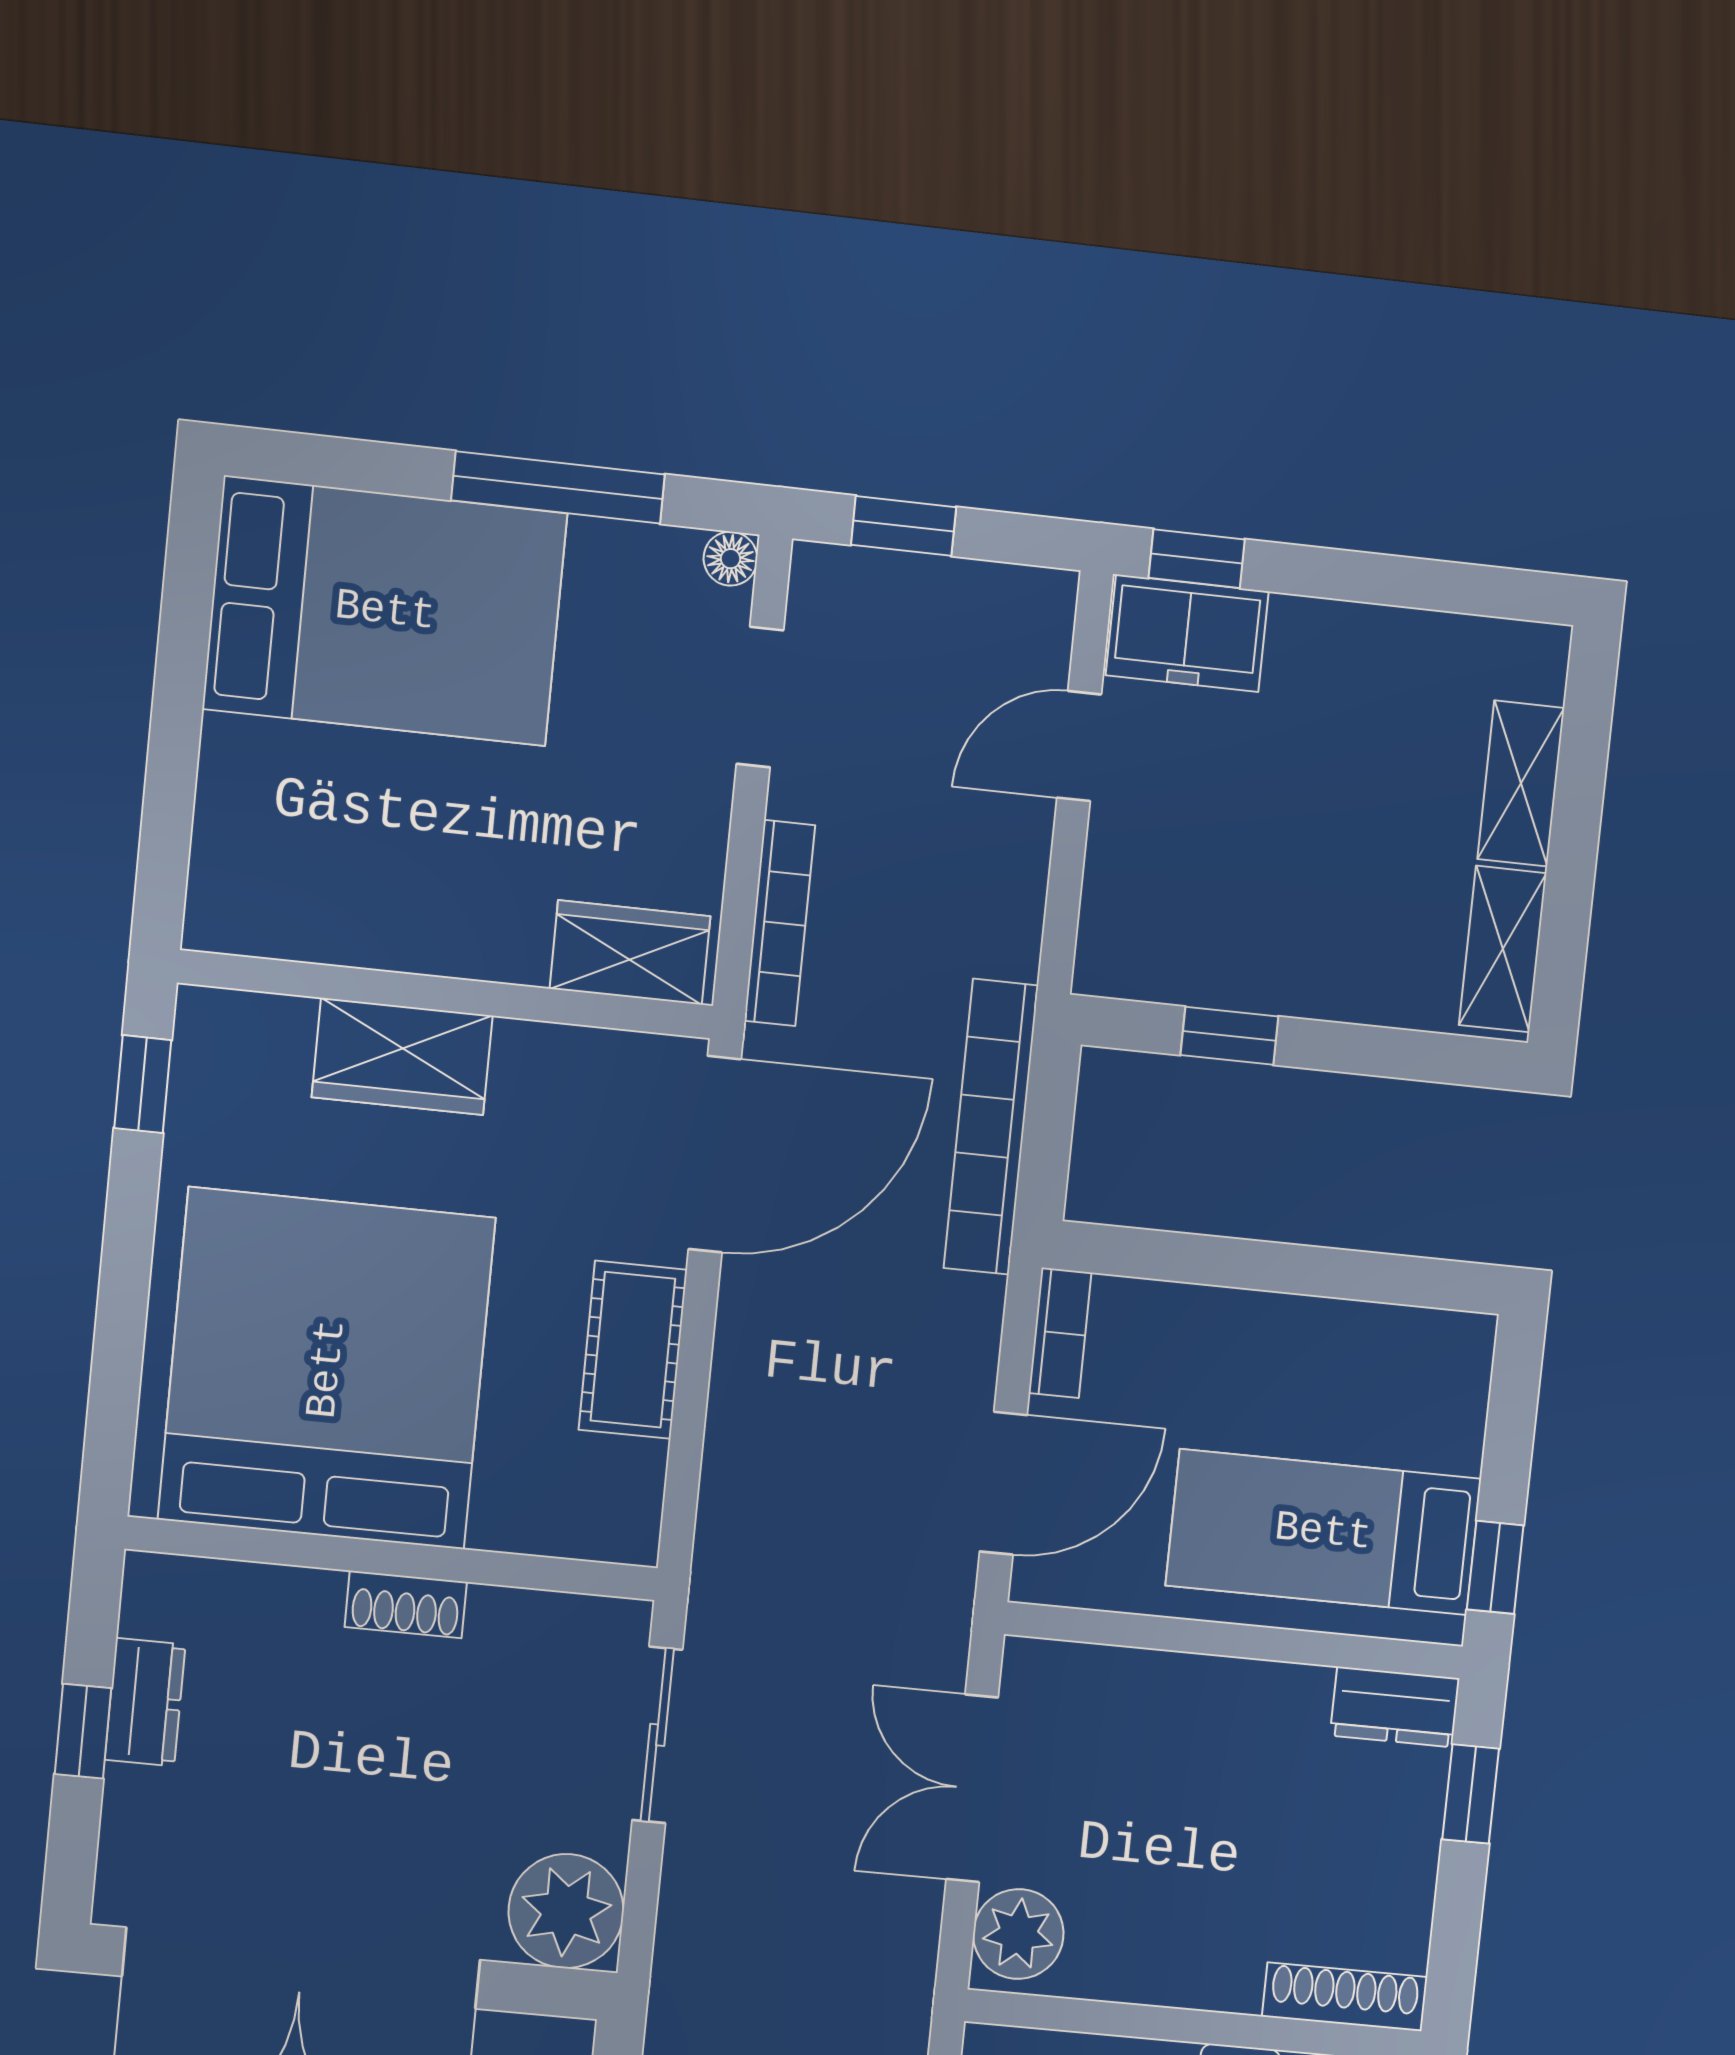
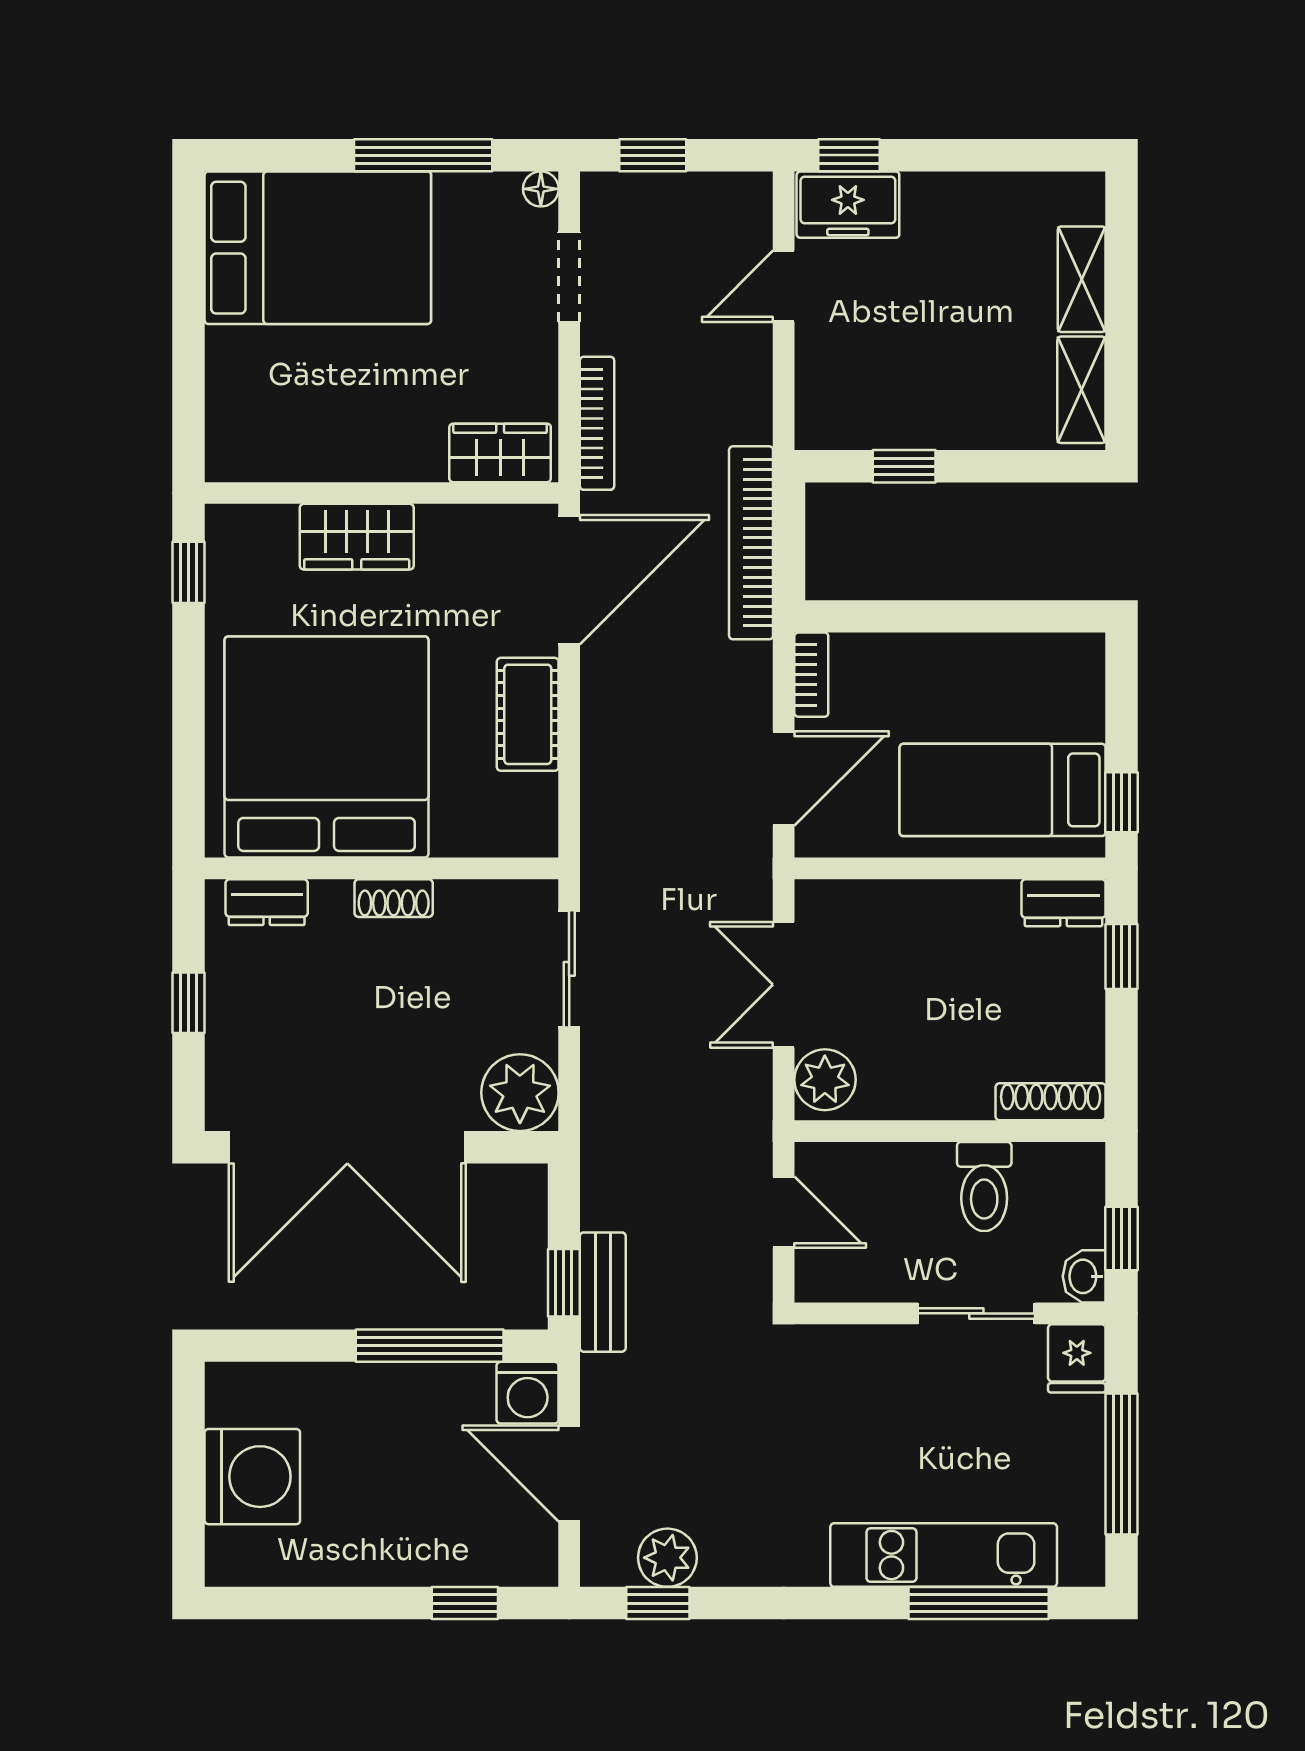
dresser: (145, 1702) -> (267, 902), moved, turned 90

